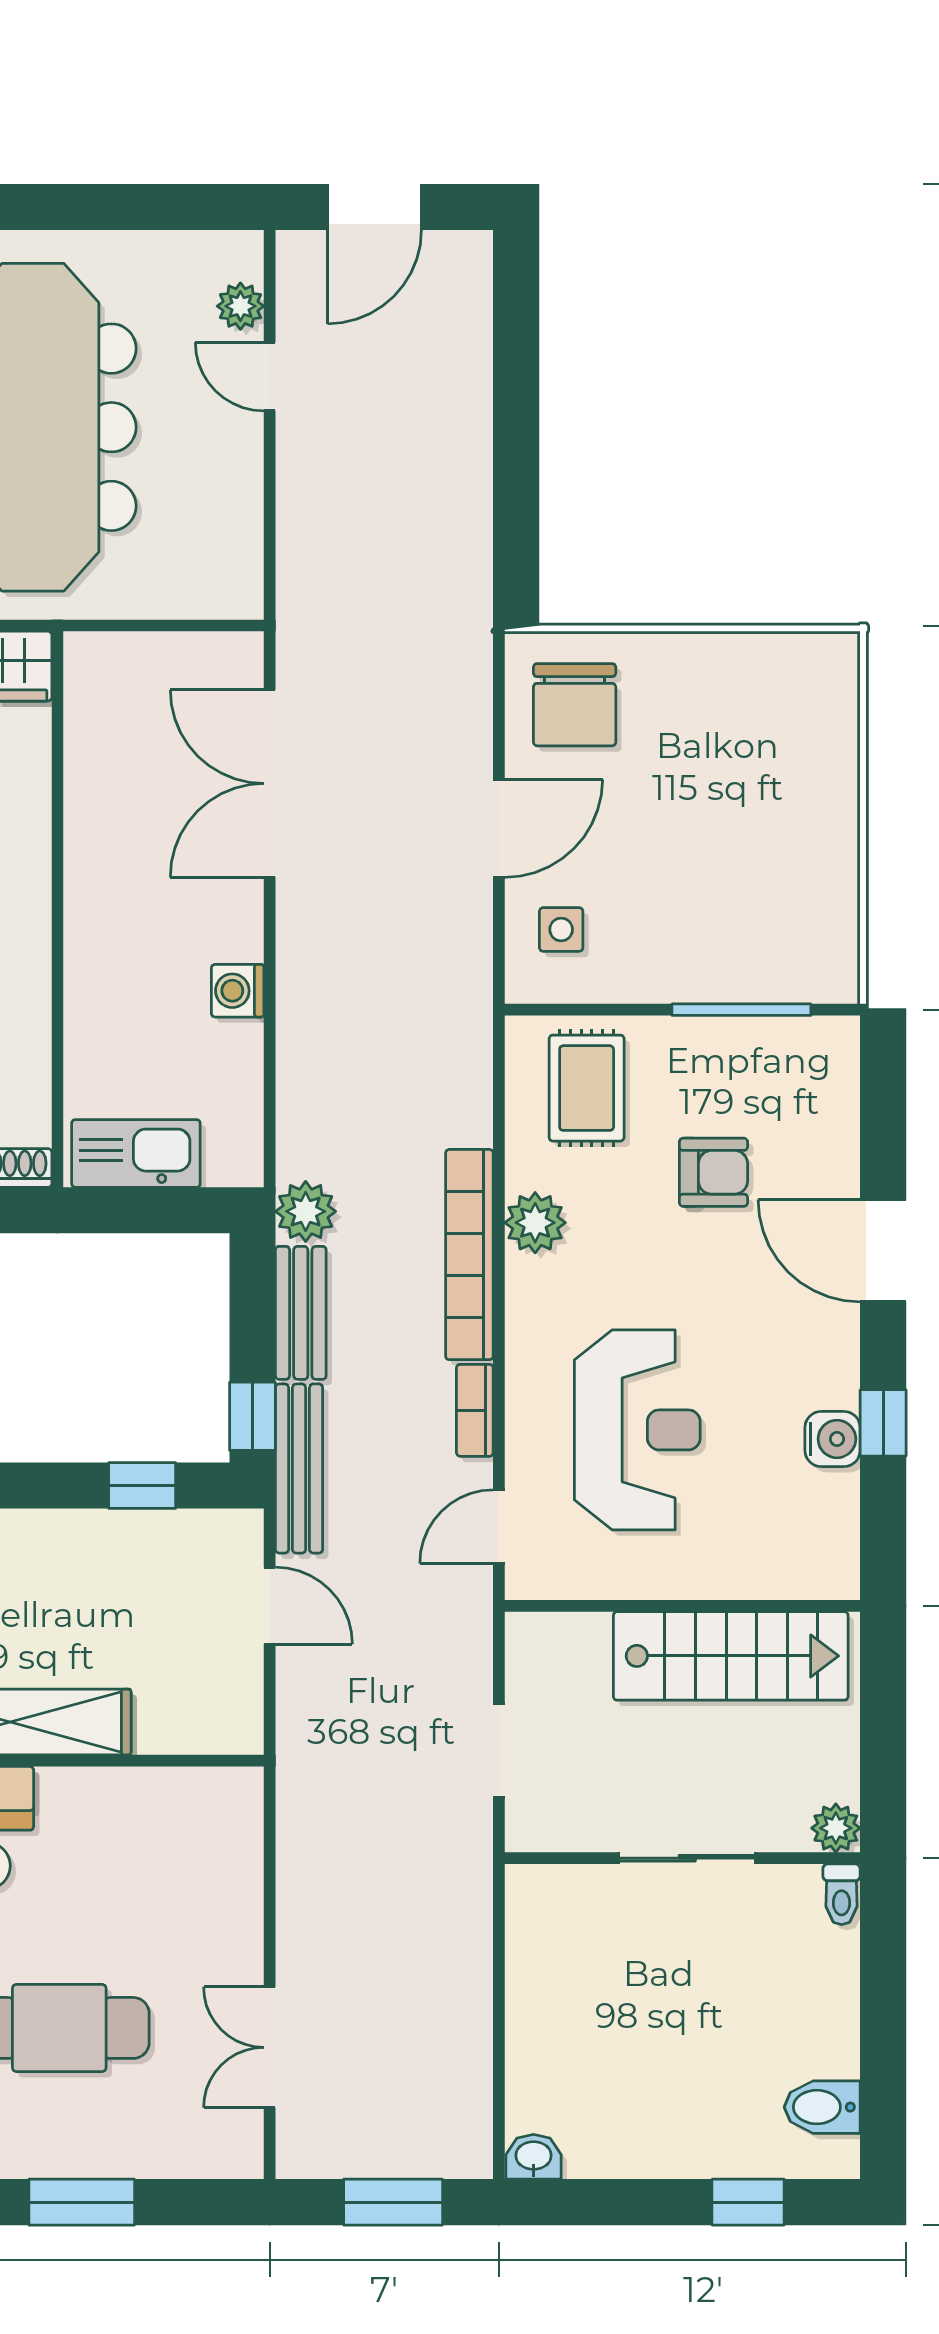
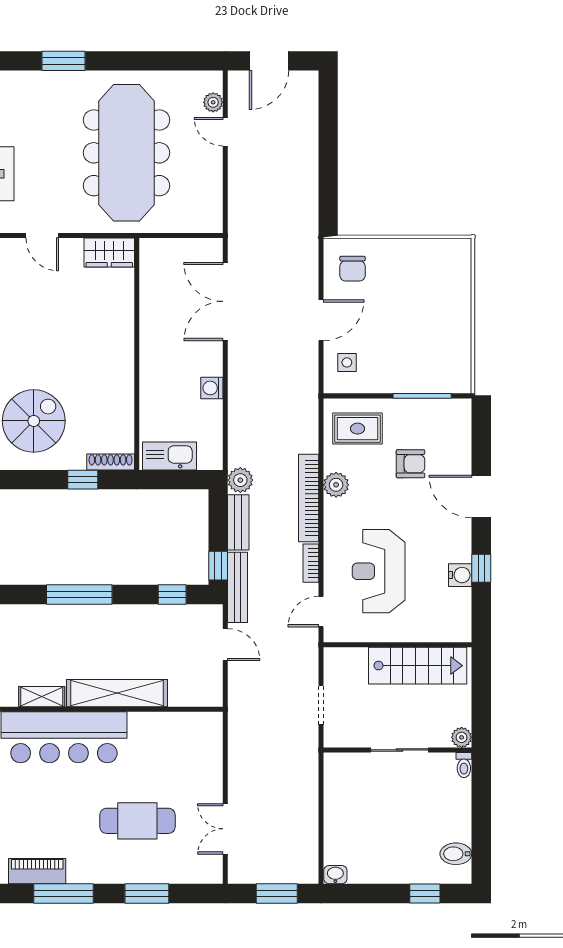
chair: (575, 705) -> (353, 269), width x0.73, depth x0.73
rug: (587, 1088) -> (358, 429), turned 90
reception desk: (637, 1430) -> (379, 571), turned 180

